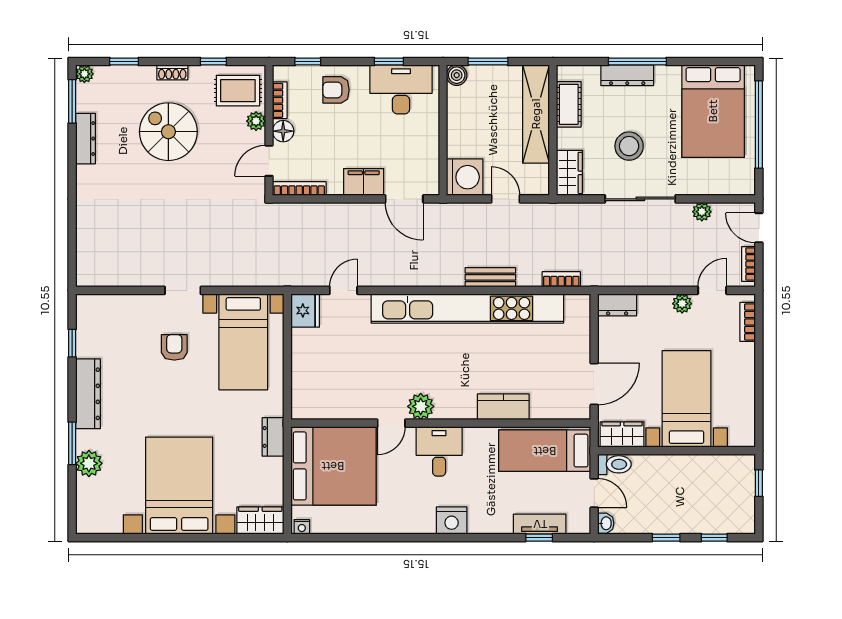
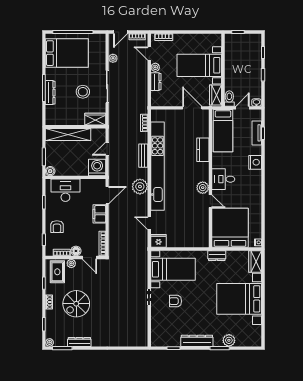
desk: (401, 89) -> (65, 190), moved, turned 90
cot: (569, 104) -> (64, 120), removed
plant: (423, 270) -> (140, 187), added
dresser: (617, 305) -> (156, 82), moved
nightstand: (452, 521) -> (255, 162), moved

